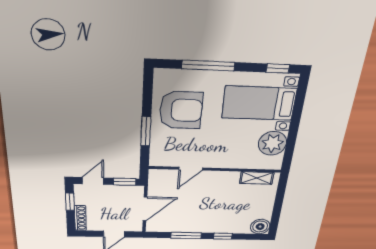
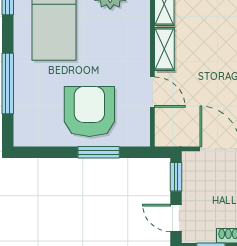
armchair: (181, 110) -> (89, 112), moved
shelving: (223, 177) -> (164, 49), added

